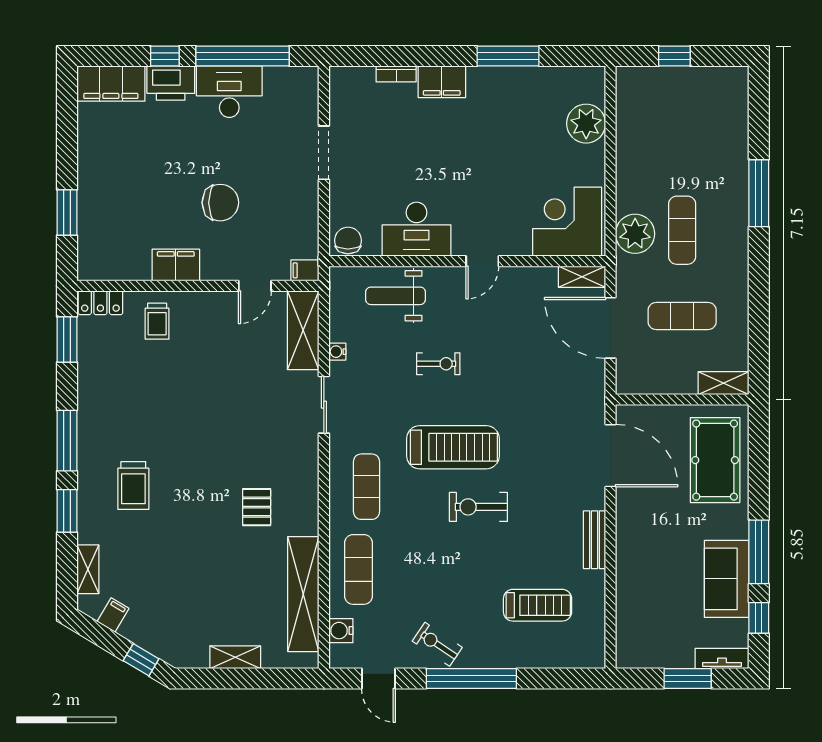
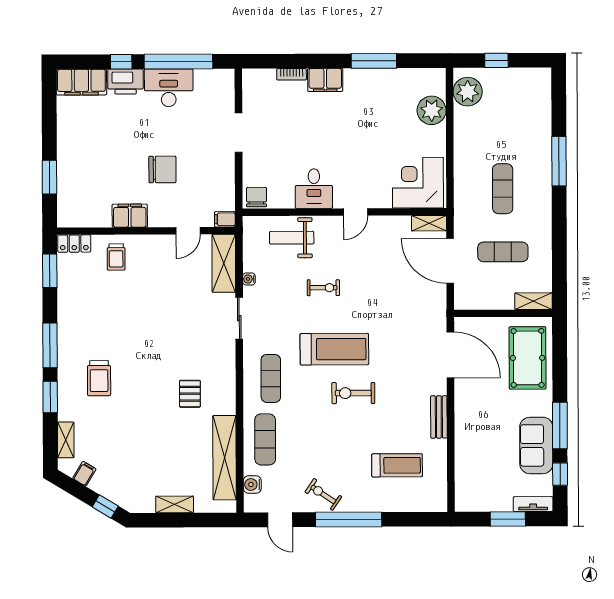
desk: (417, 229) -> (314, 189), width x0.73
plant: (635, 234) -> (468, 92), moved

